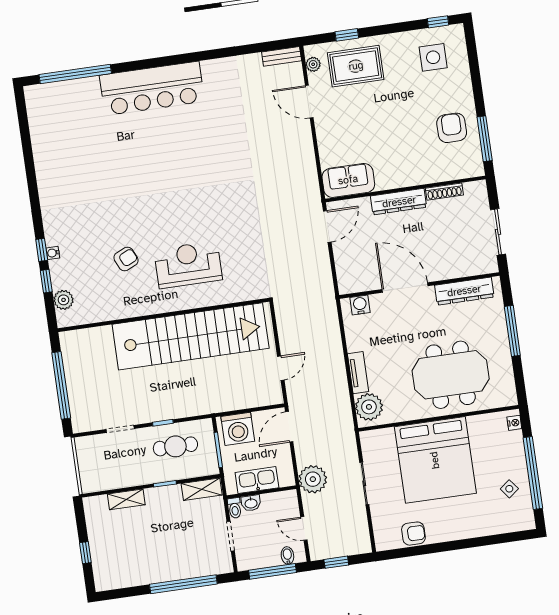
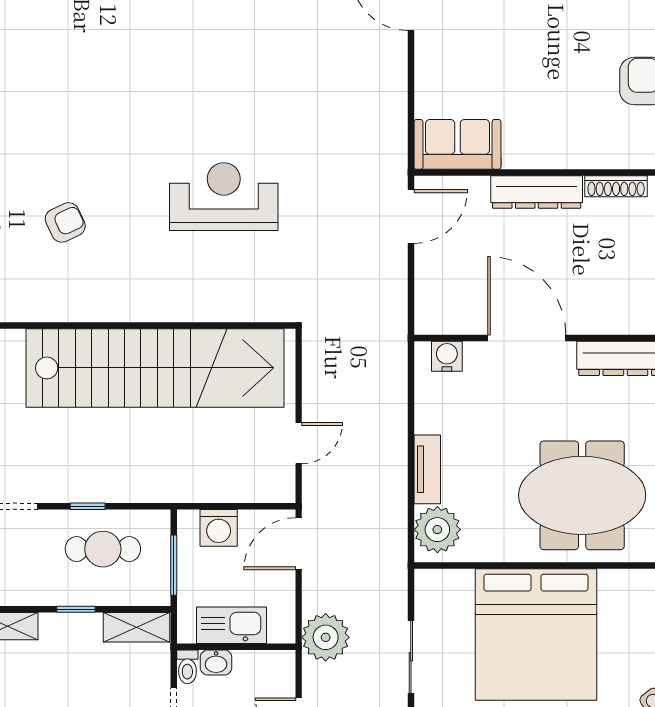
reception desk: (188, 265) -> (224, 197), moved
washing machine: (238, 429) -> (219, 528), width x0.73, depth x0.73

